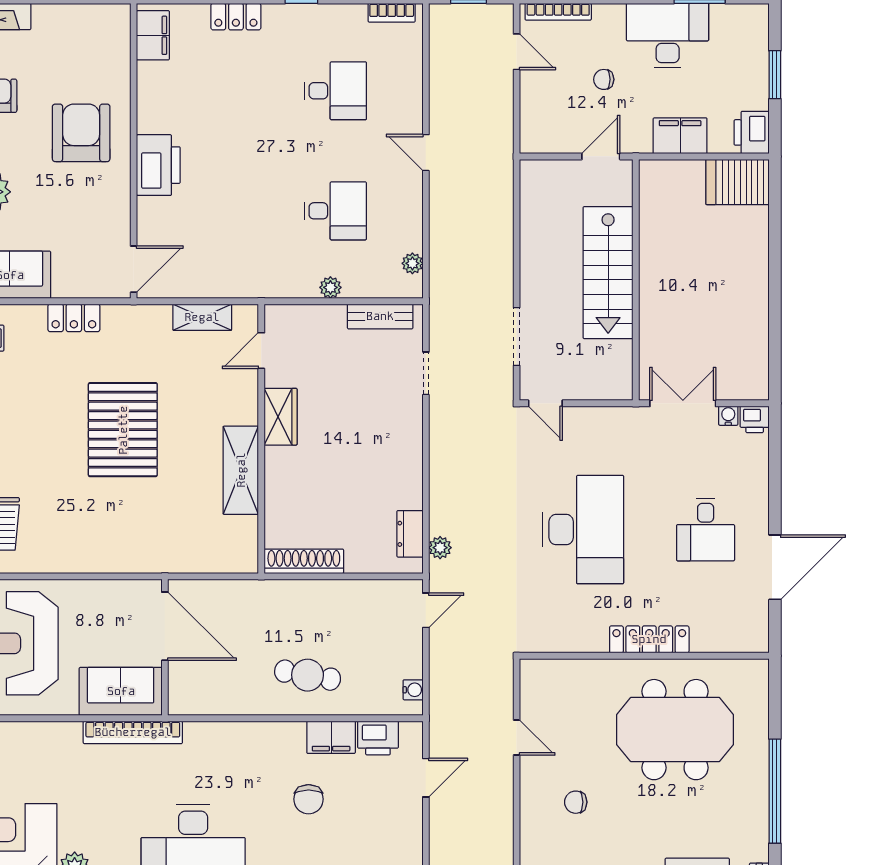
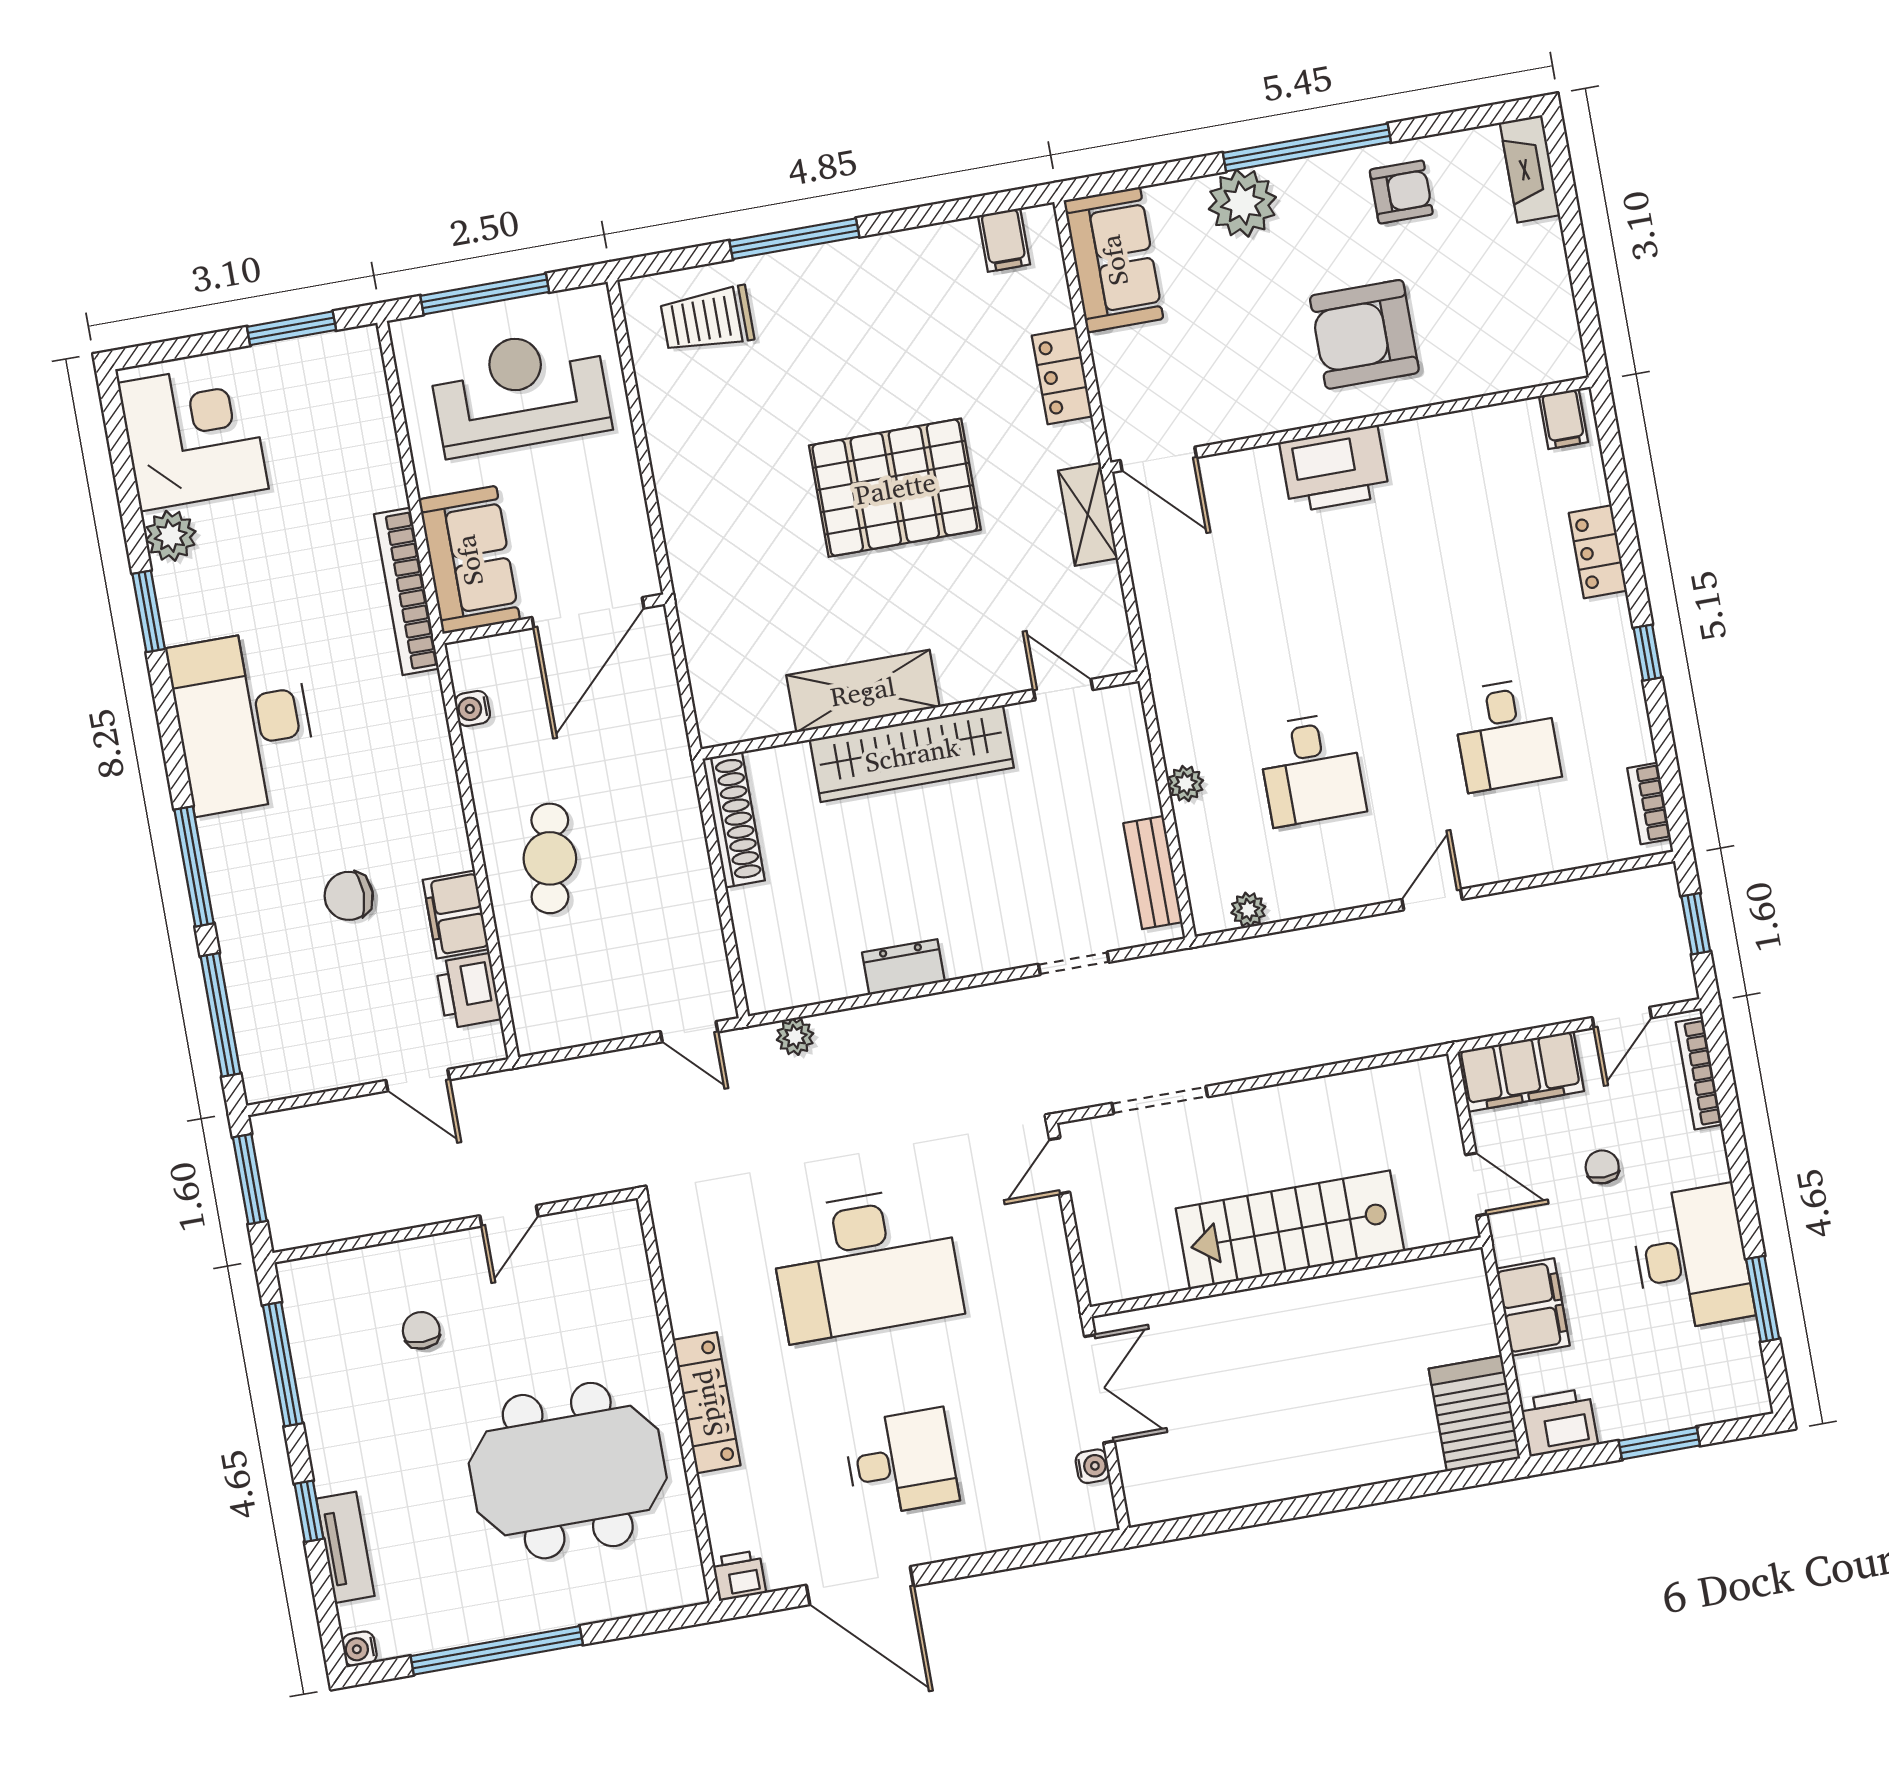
filing cabinet: (153, 35) -> (1563, 419), width x0.50
filing cabinet: (538, 118) -> (1521, 1071), added
armchair: (81, 133) -> (1364, 334), turned 180
shelving: (202, 317) -> (1088, 514), moved
wardrobe: (281, 417) -> (912, 754), width x2.10, depth x1.17
printer: (755, 419) -> (739, 1576), moved, turned 90
desk: (706, 530) -> (901, 1462), turned 180
dresser: (410, 534) -> (903, 967), moved
water cooler: (413, 690) -> (472, 708), moved, turned 90
meeting table: (675, 730) -> (568, 1471), turned 90

